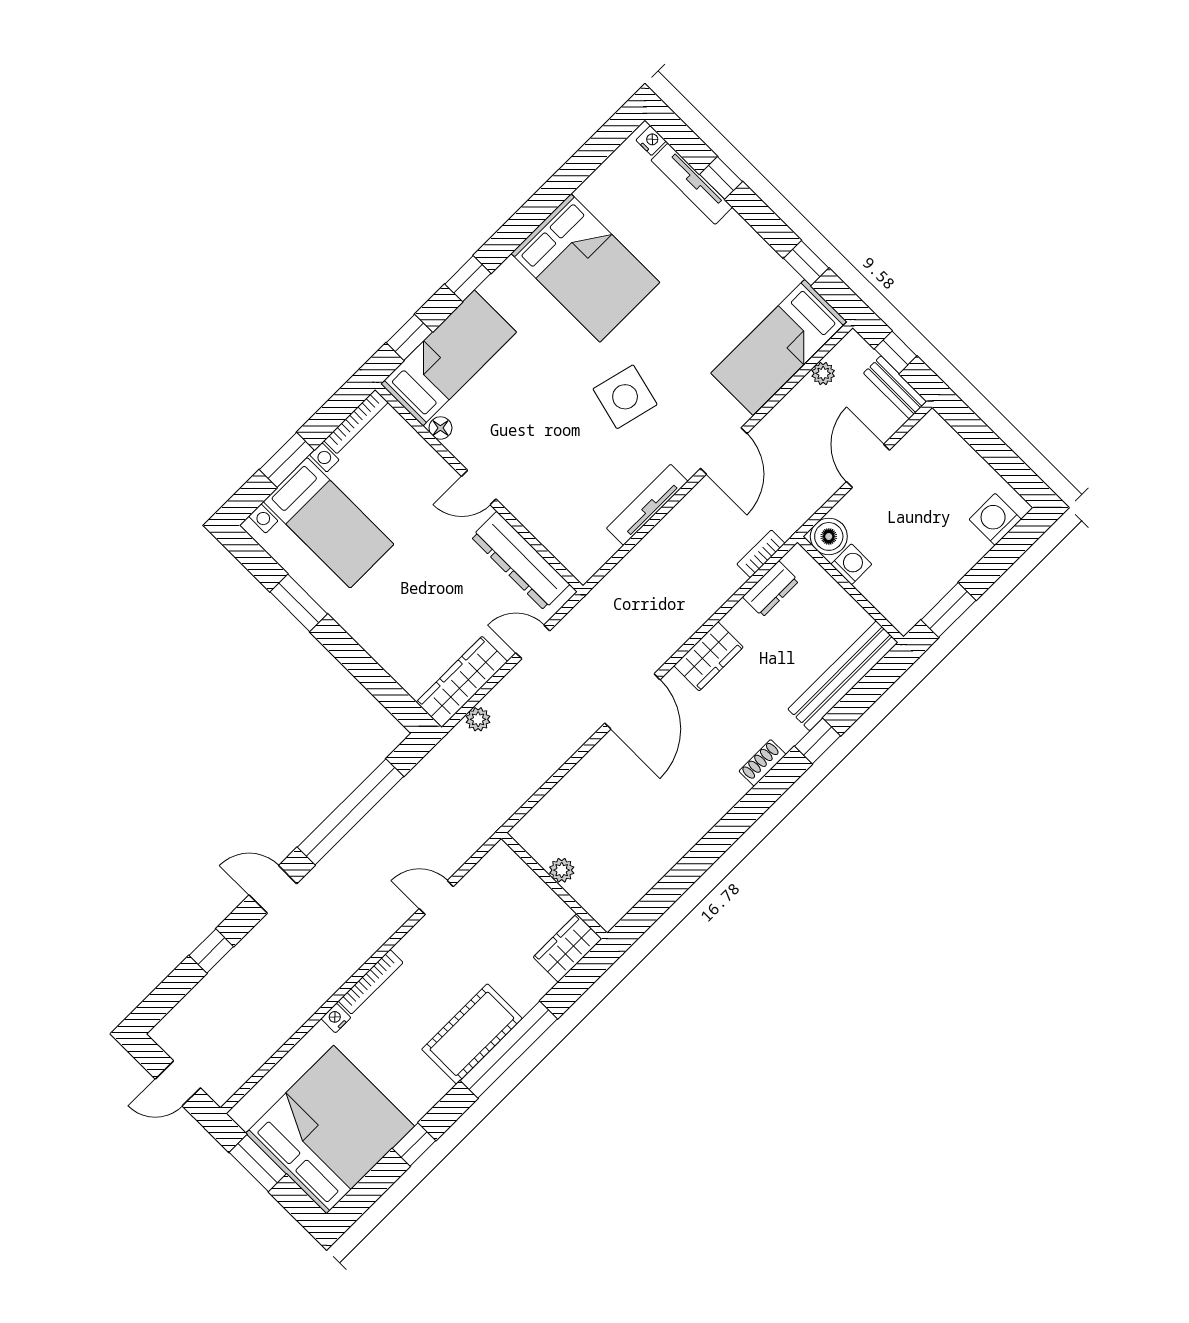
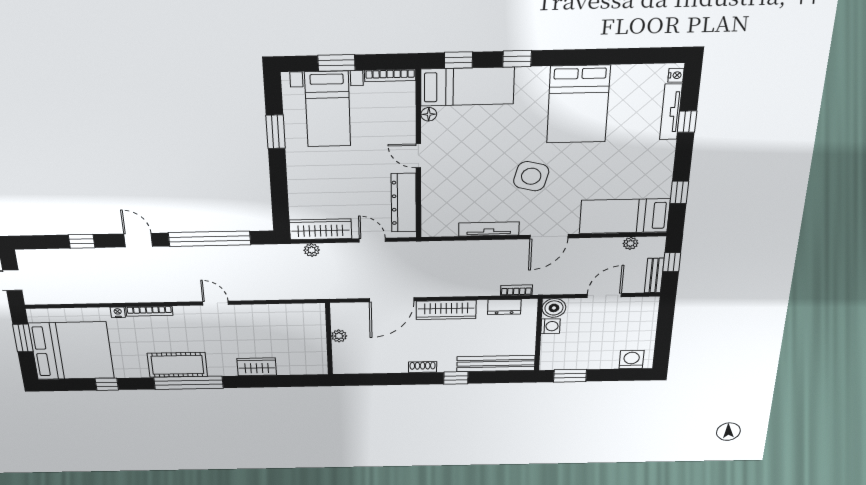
wardrobe: (708, 656) -> (446, 310), width x1.50
plant: (562, 870) -> (339, 336), moved
wall: (554, 886) -> (329, 339), moved

